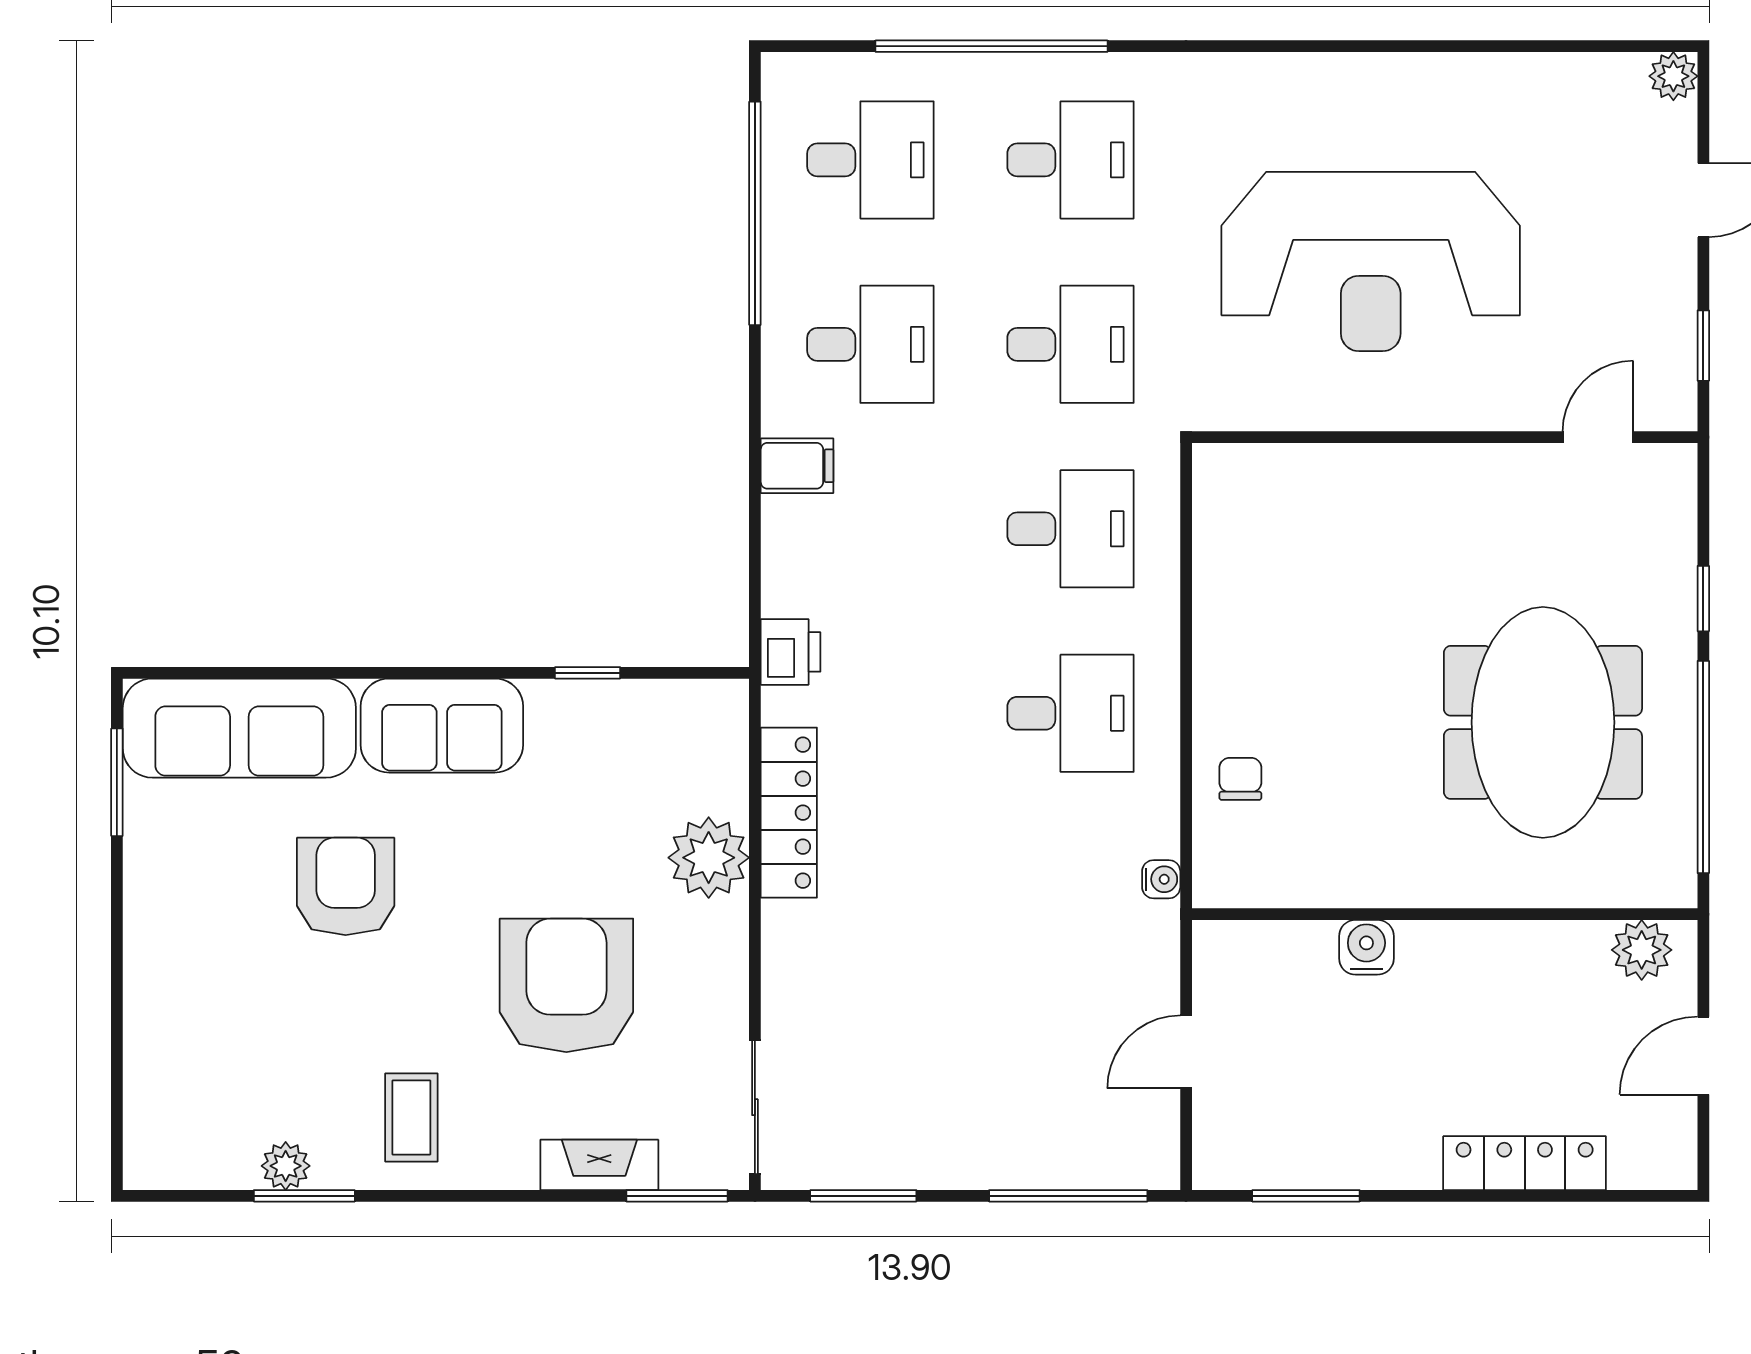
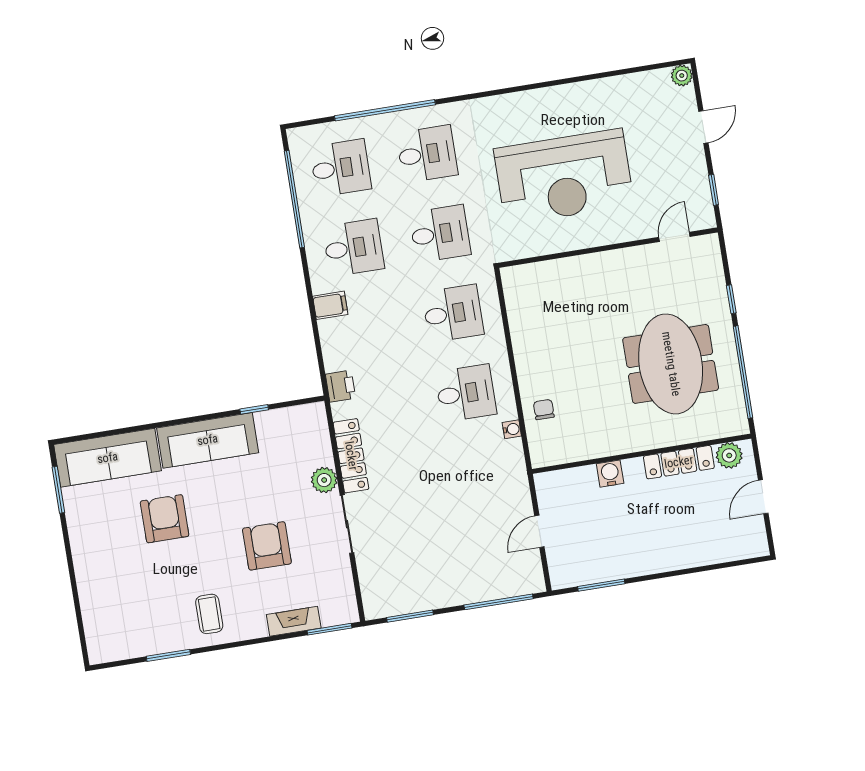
sofa: (442, 726) -> (208, 440), width x1.36
plant: (709, 858) -> (324, 480), width x0.73, depth x0.73
water cooler: (1161, 879) -> (512, 429), moved
armchair: (566, 985) -> (267, 546), width x0.73, depth x0.73
sliding door: (755, 1107) -> (347, 524), moved
locker: (1525, 1163) -> (679, 462), moved, turned 180
plant: (286, 1166) -> (158, 644), removed

